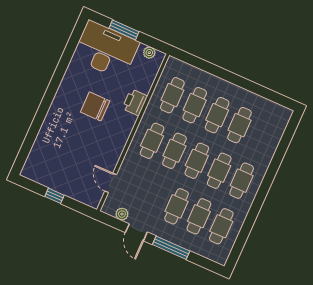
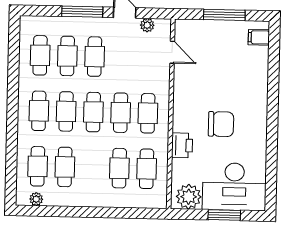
plant: (149, 53) -> (189, 197), width x1.88, depth x1.88
plant: (274, 108) -> (36, 199), added
cafe table: (217, 115) -> (38, 166), moved
filing cabinet: (34, 165) -> (259, 37), added
window: (54, 196) -> (224, 15), width x2.17

